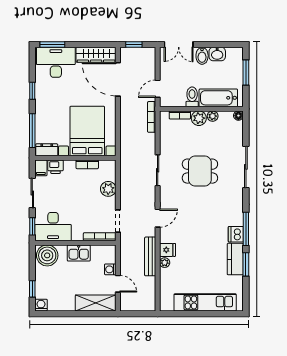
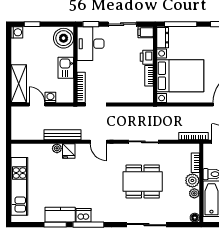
printer: (56, 167) -> (147, 57), moved
dining table: (200, 171) -> (143, 181), width x1.38
plant: (108, 189) -> (126, 95), removed
door: (118, 284) -> (37, 104), swing flipped

